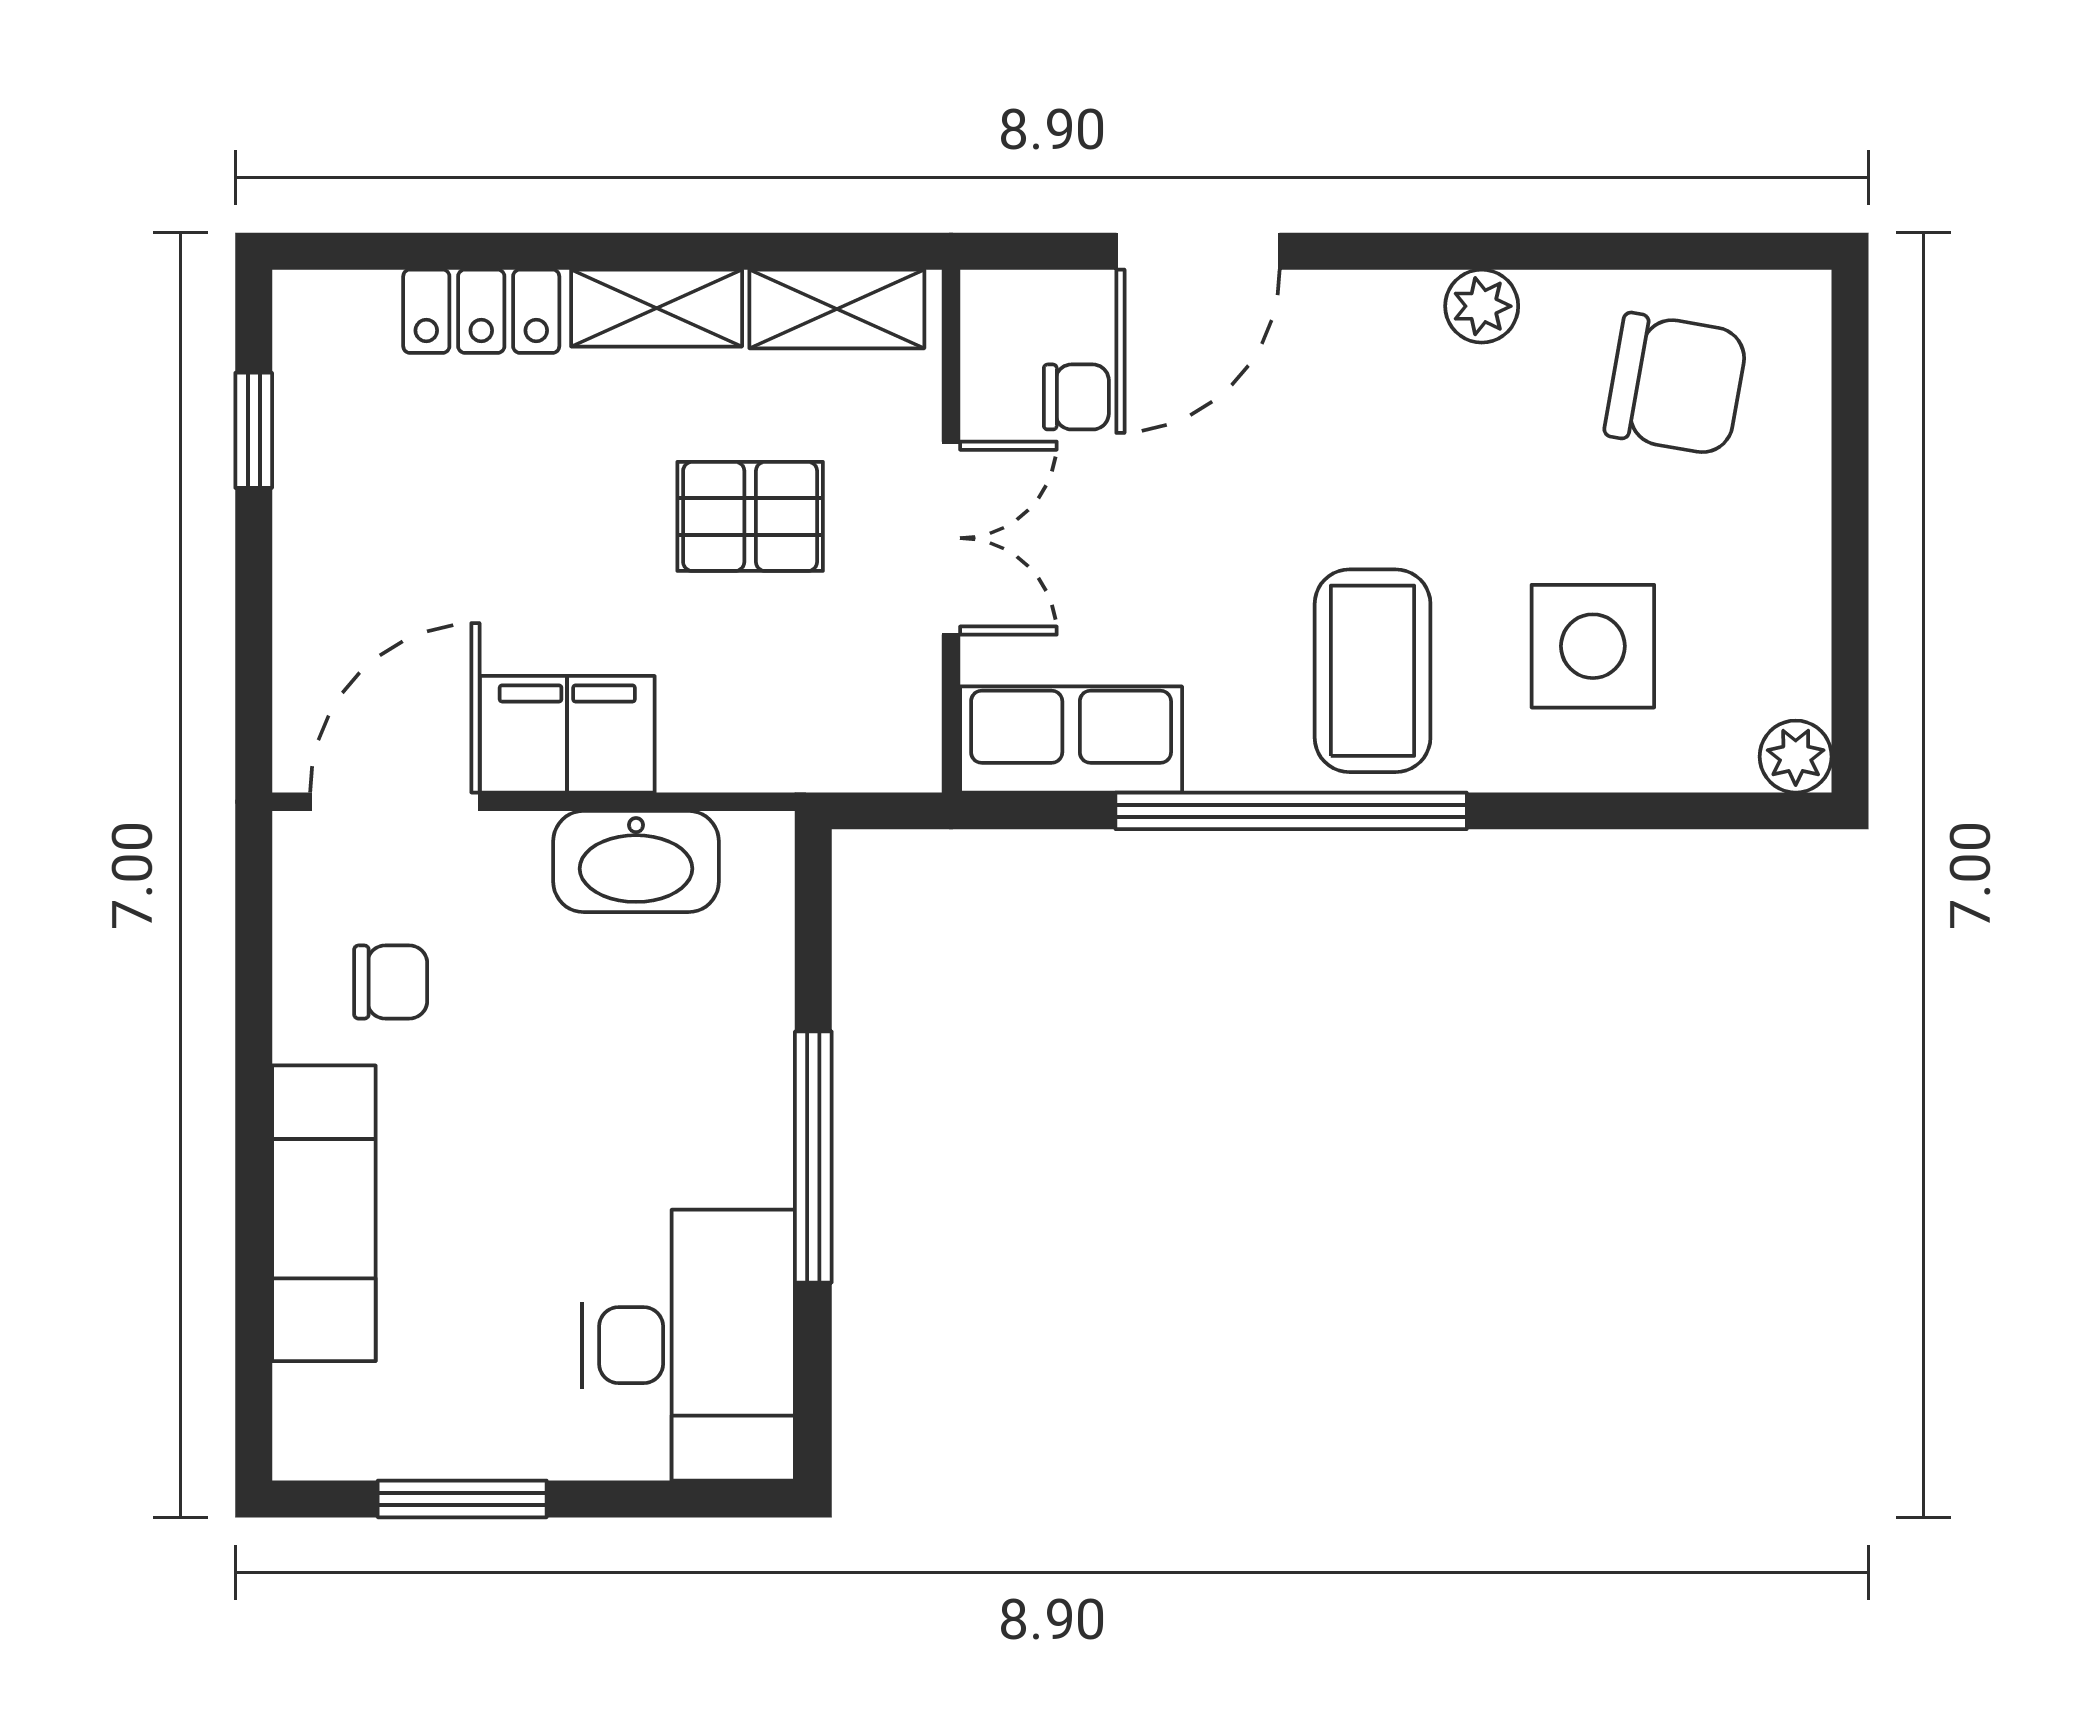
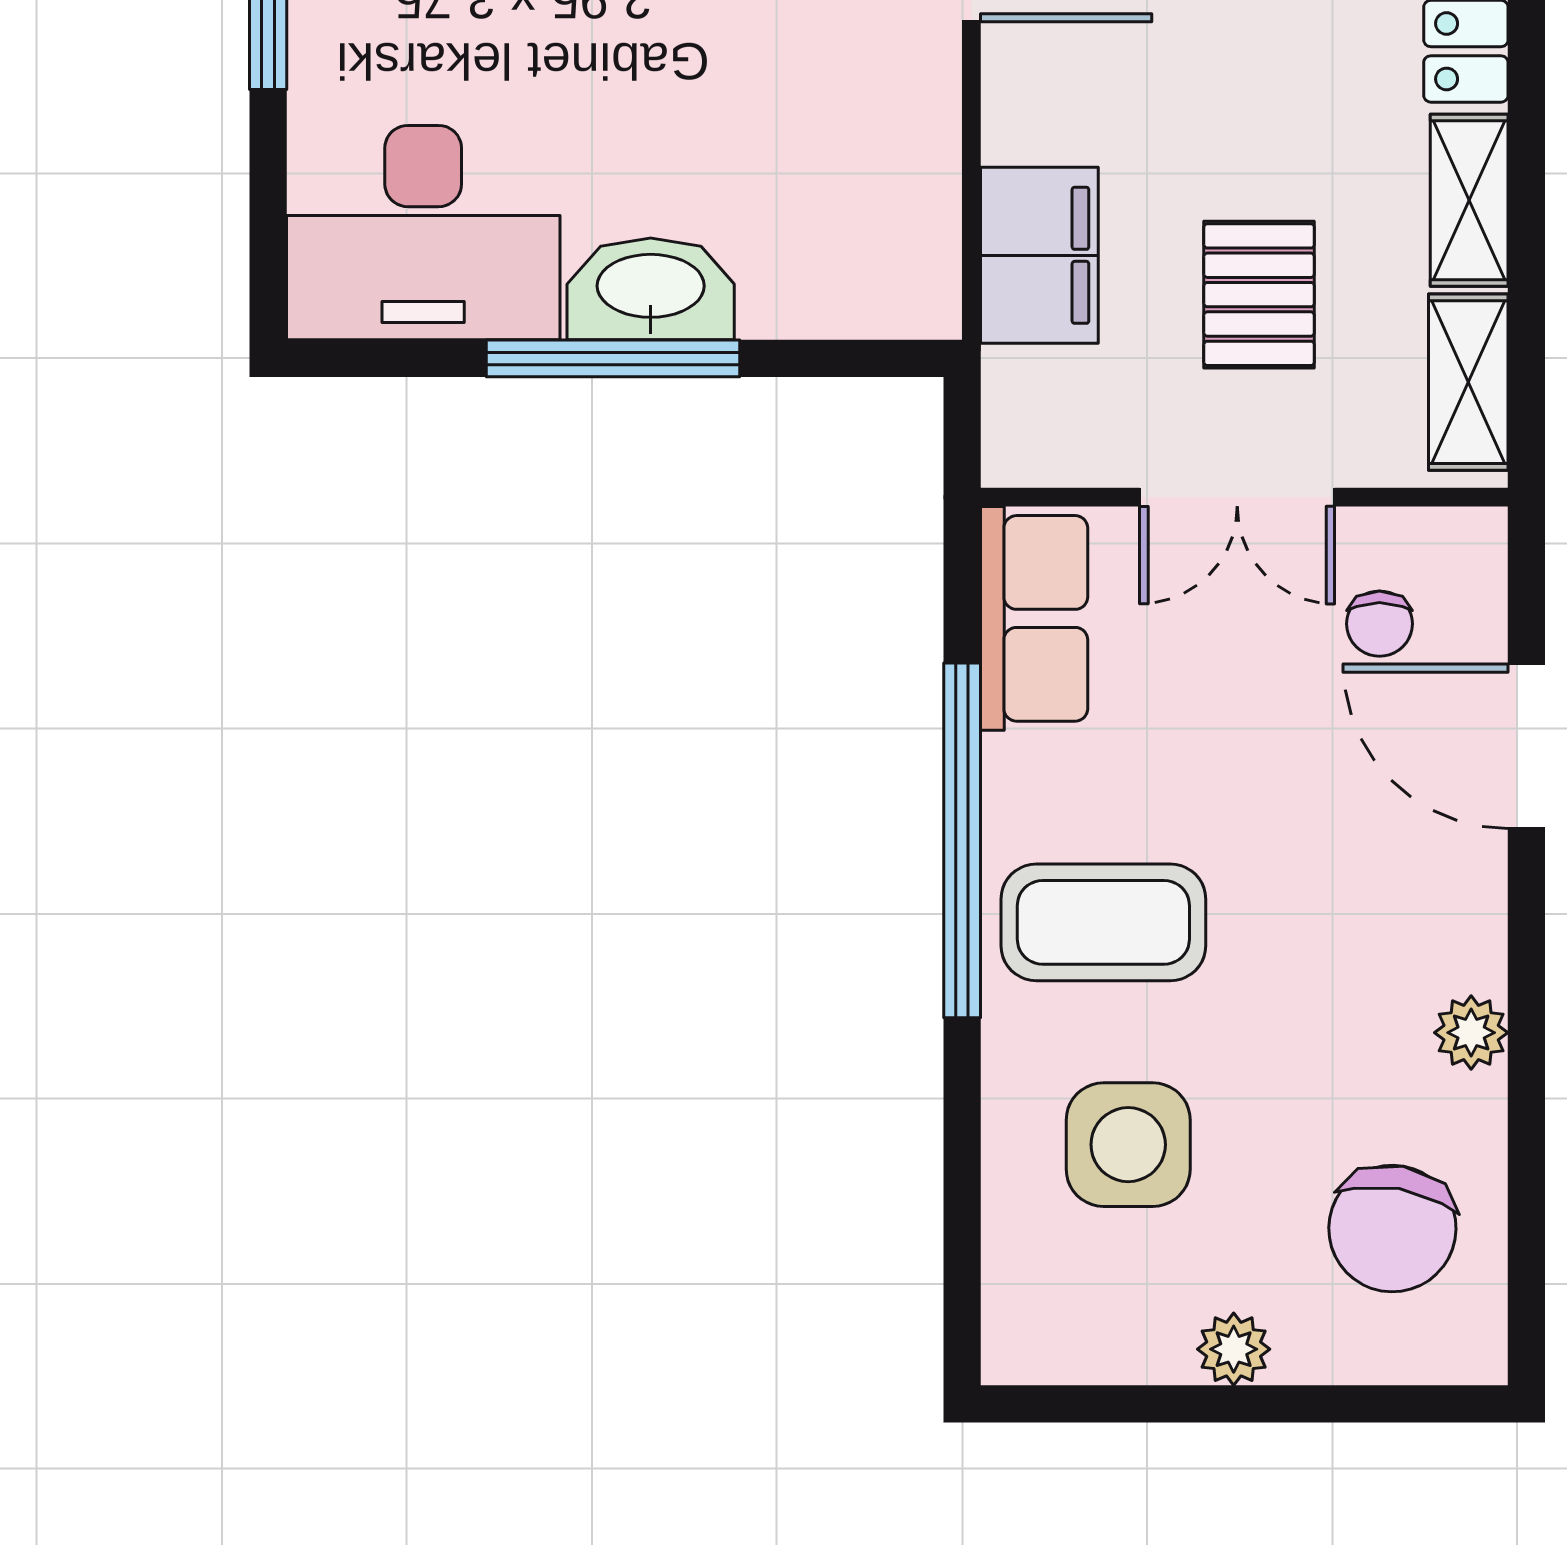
filing cabinet: (567, 734) -> (1039, 255), moved
plant: (1796, 757) -> (1234, 1349), moved
washbasin: (636, 861) -> (651, 289), moved, turned 90

